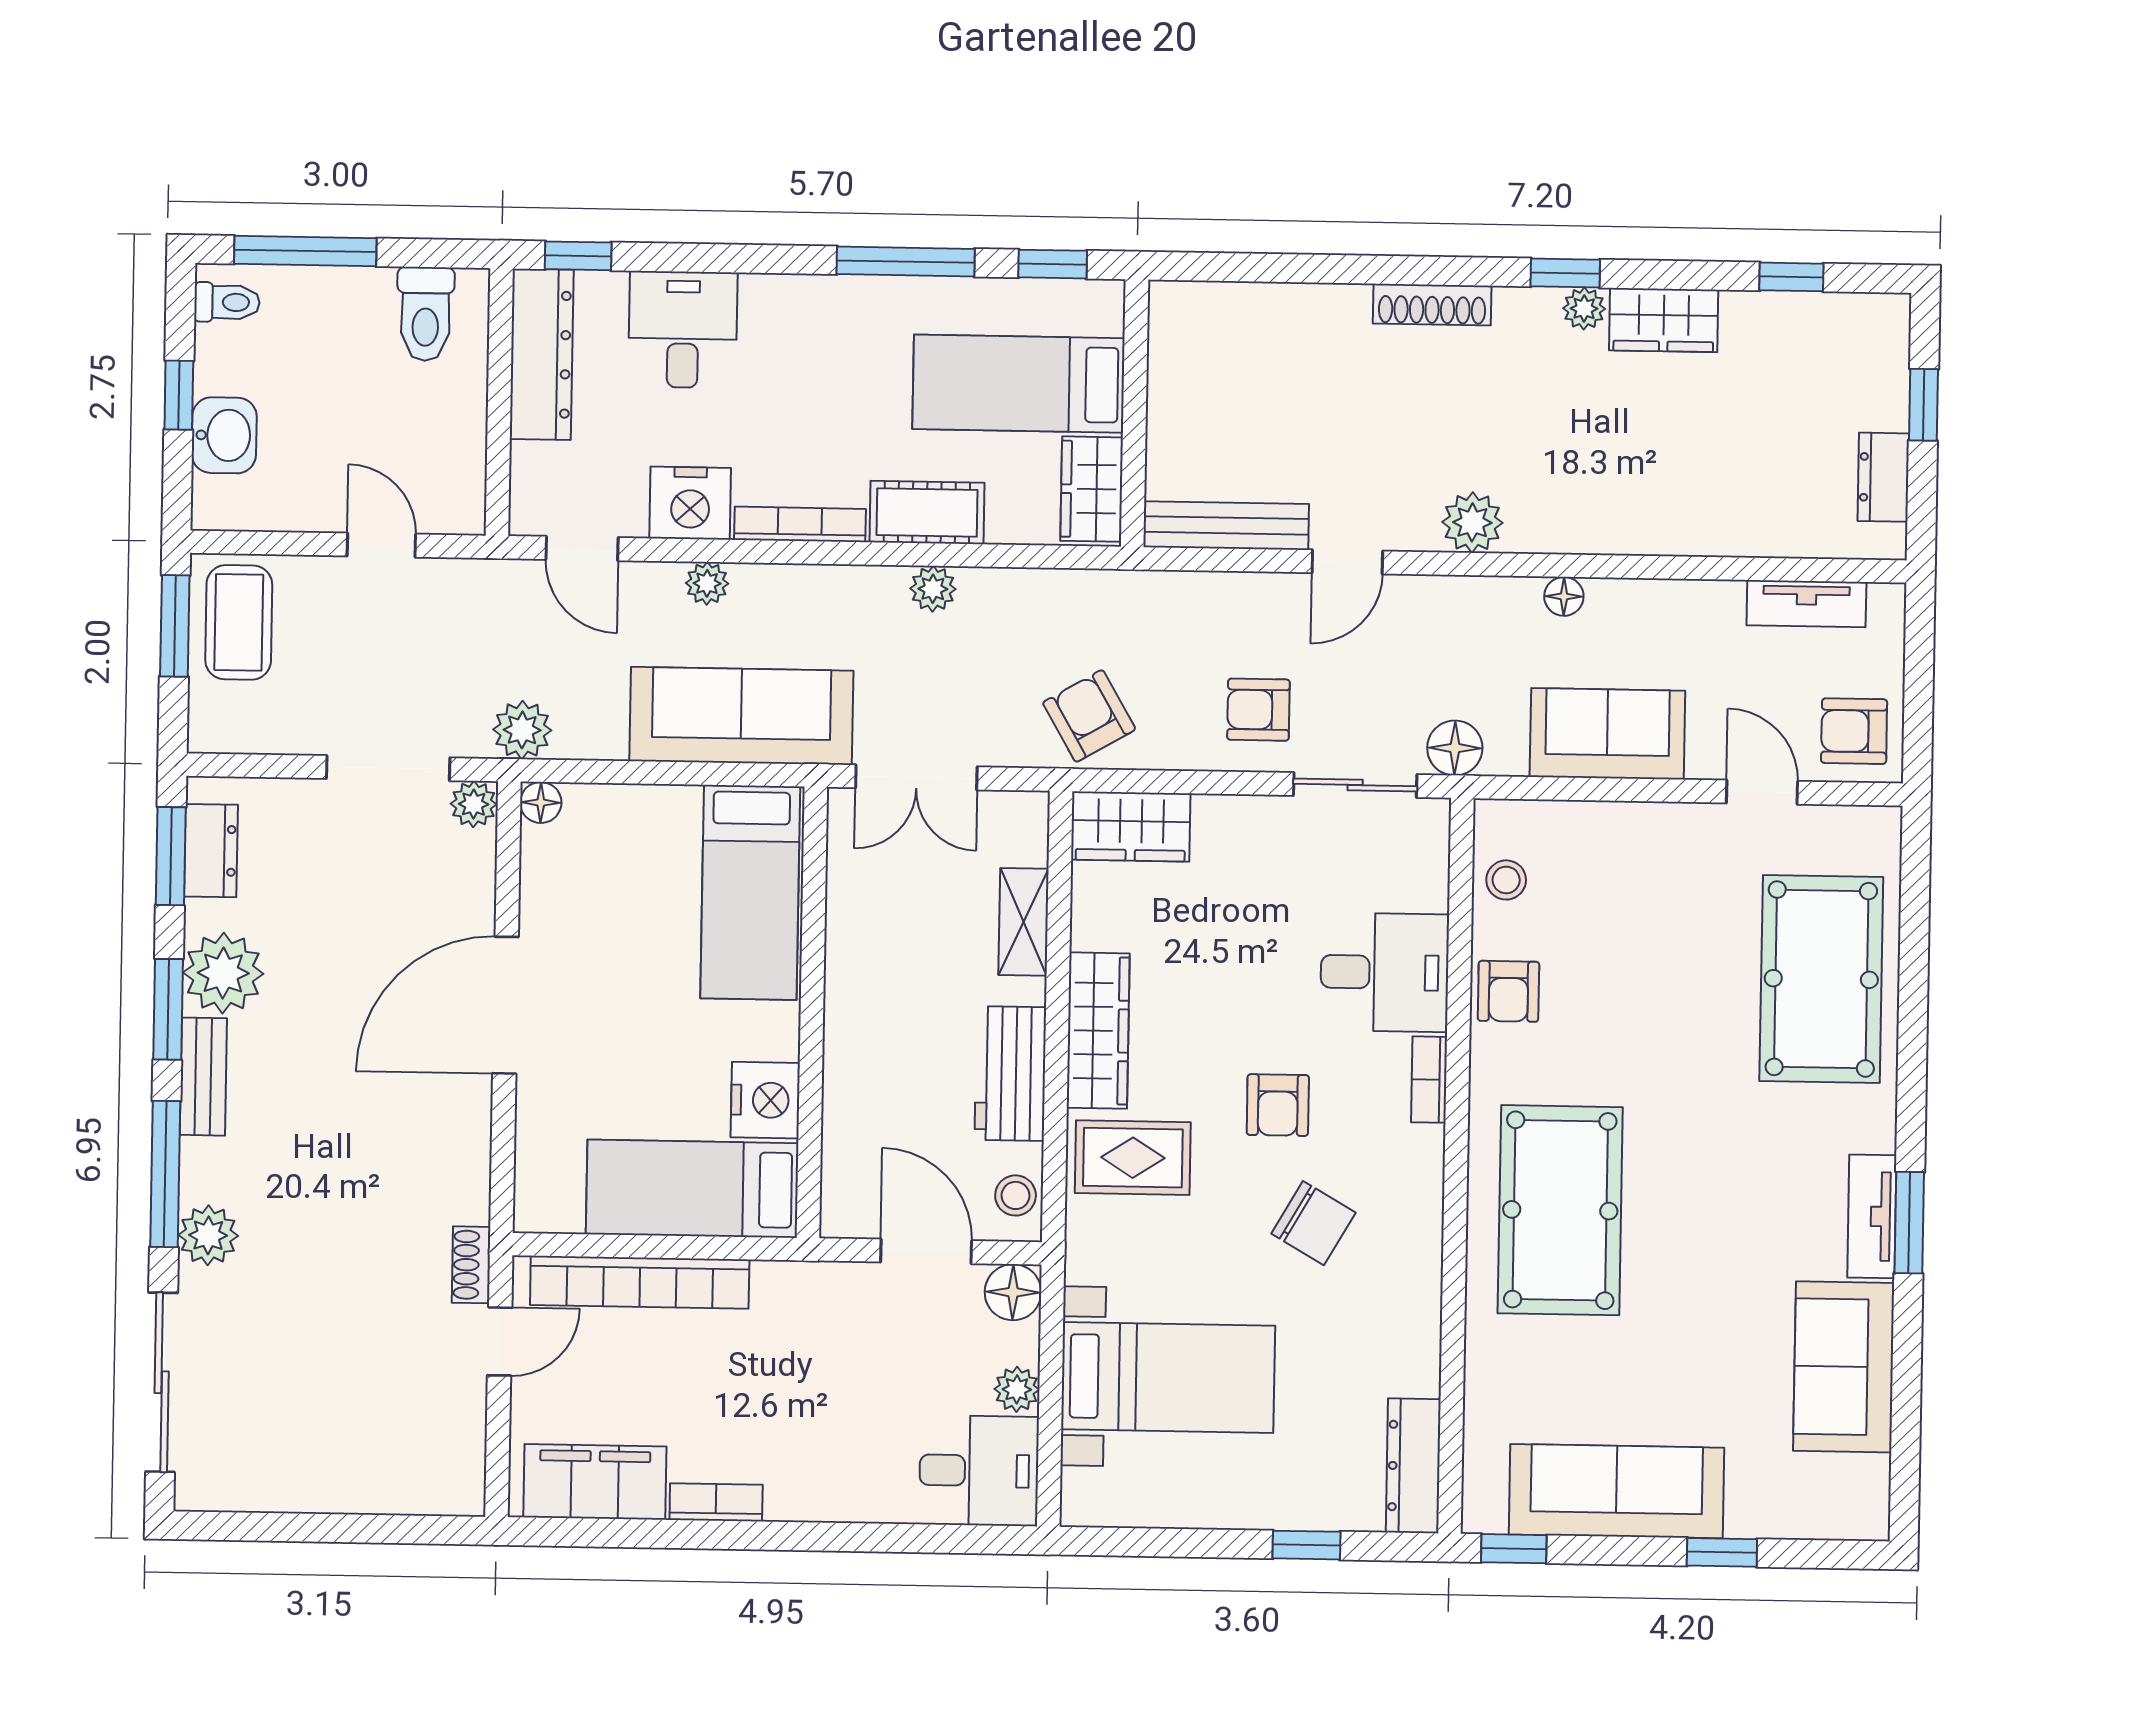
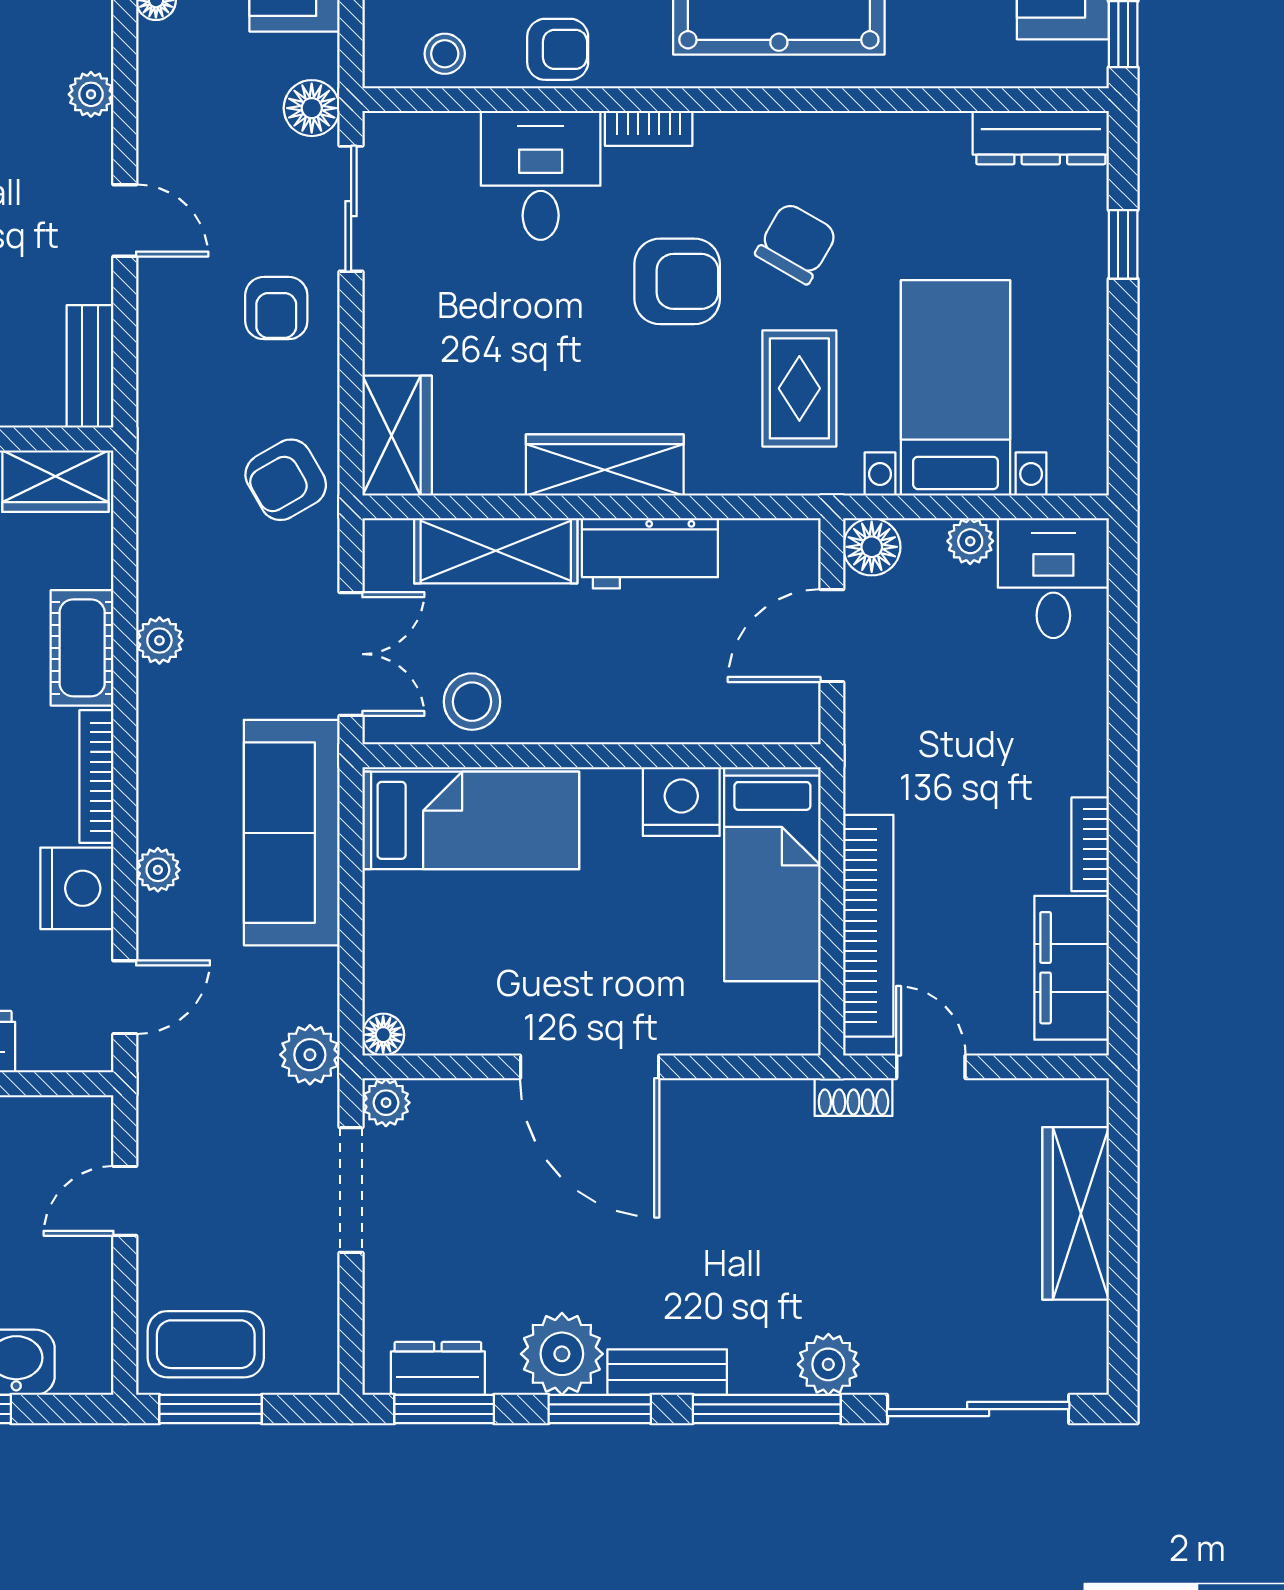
plant: (1472, 522) -> (91, 94), width x0.73, depth x0.73
bench: (1226, 526) -> (90, 366), width x0.73
shelving: (1024, 922) -> (496, 551), width x1.50, depth x1.33
armchair: (1278, 1105) -> (677, 281), width x1.38, depth x1.38
rug: (1133, 1158) -> (799, 388), moved
stool: (1016, 1195) -> (472, 702), moved, width x1.37, depth x1.37
wardrobe: (353, 1482) -> (1076, 1213), added

